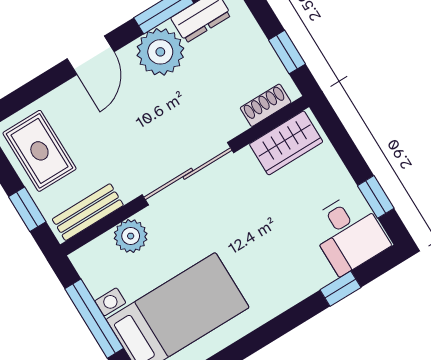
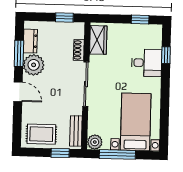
shoe rack: (266, 105) -> (79, 50), moved
desk: (348, 233) -> (147, 63), moved
plant: (131, 236) -> (95, 142), moved

